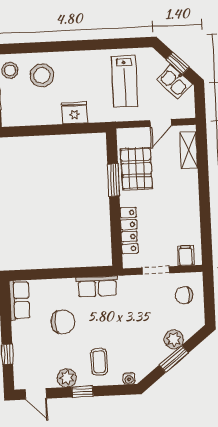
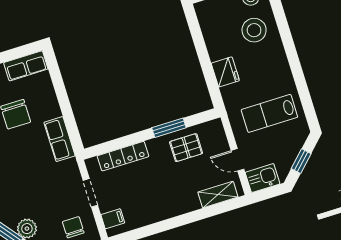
kitchen sink: (174, 82) -> (263, 178), moved, turned 45
pallet: (136, 169) -> (186, 148), width x0.67, depth x0.71

